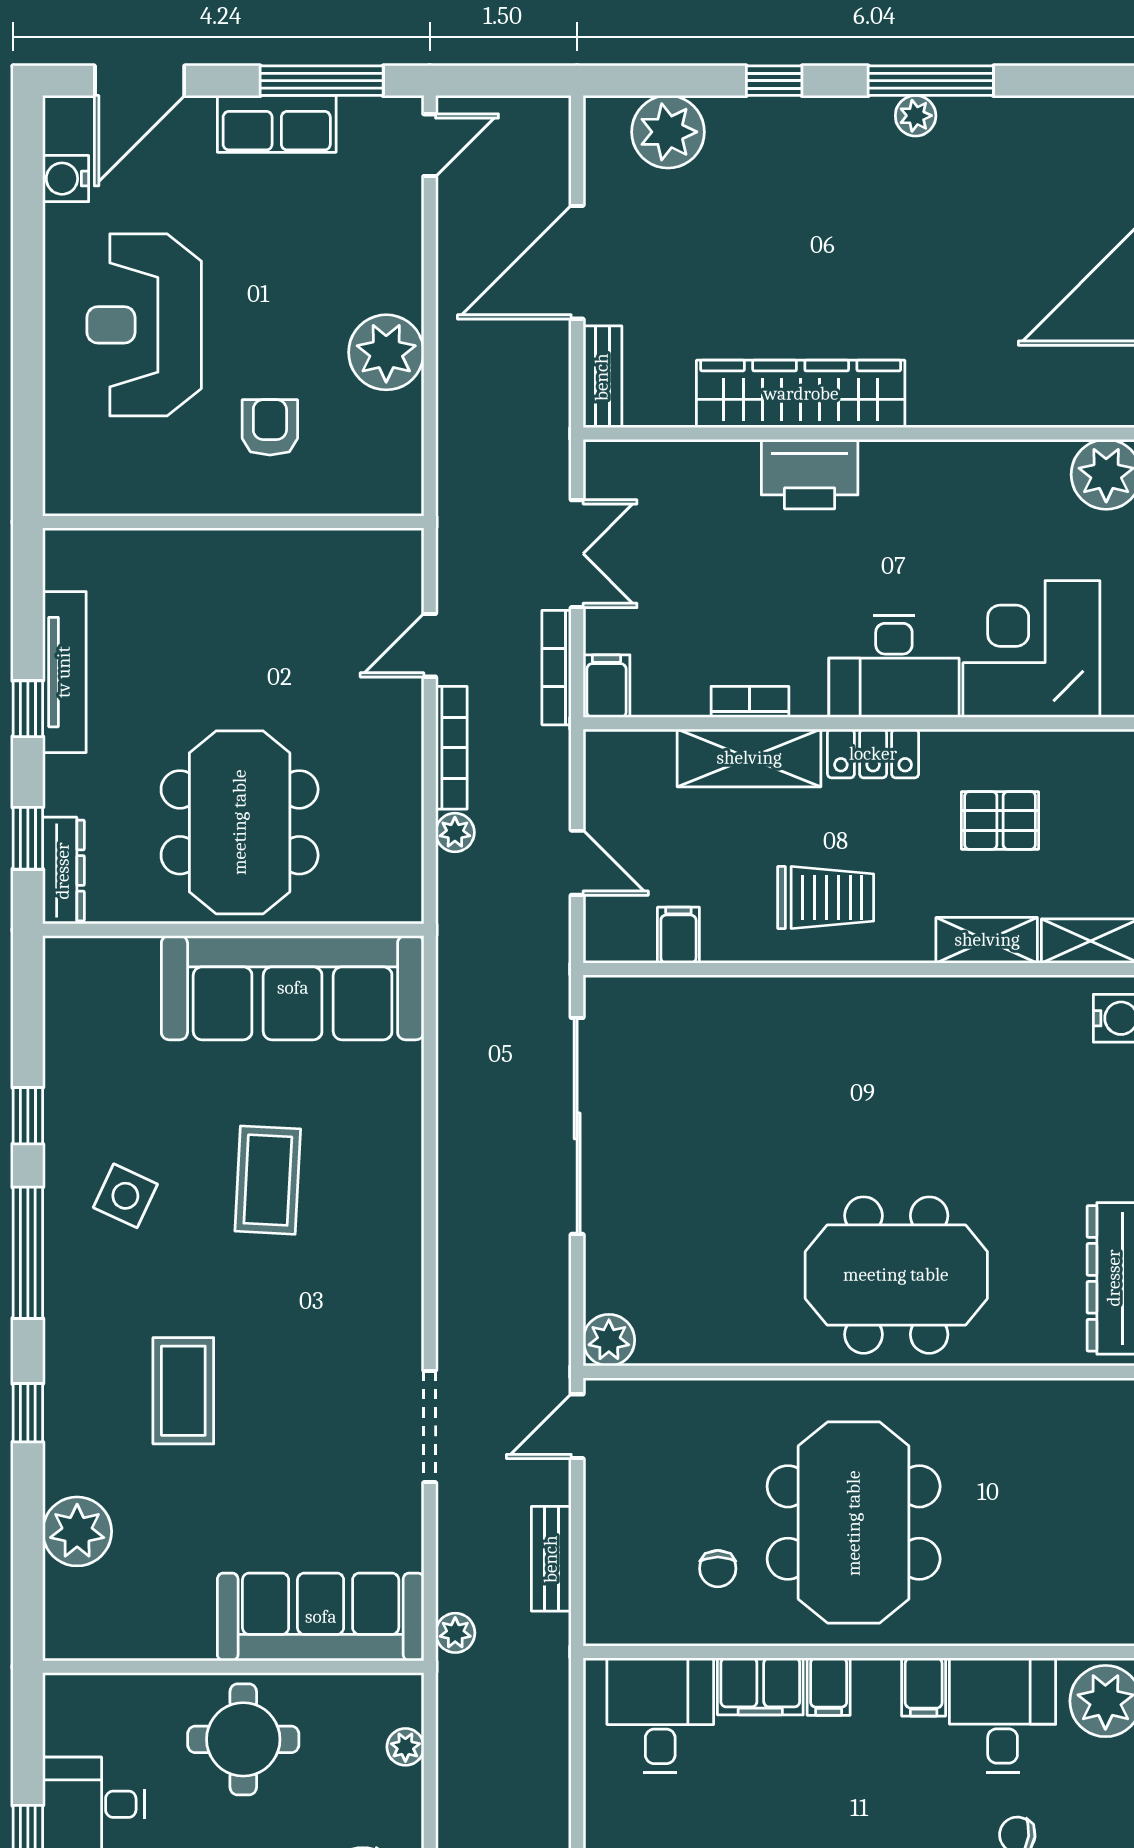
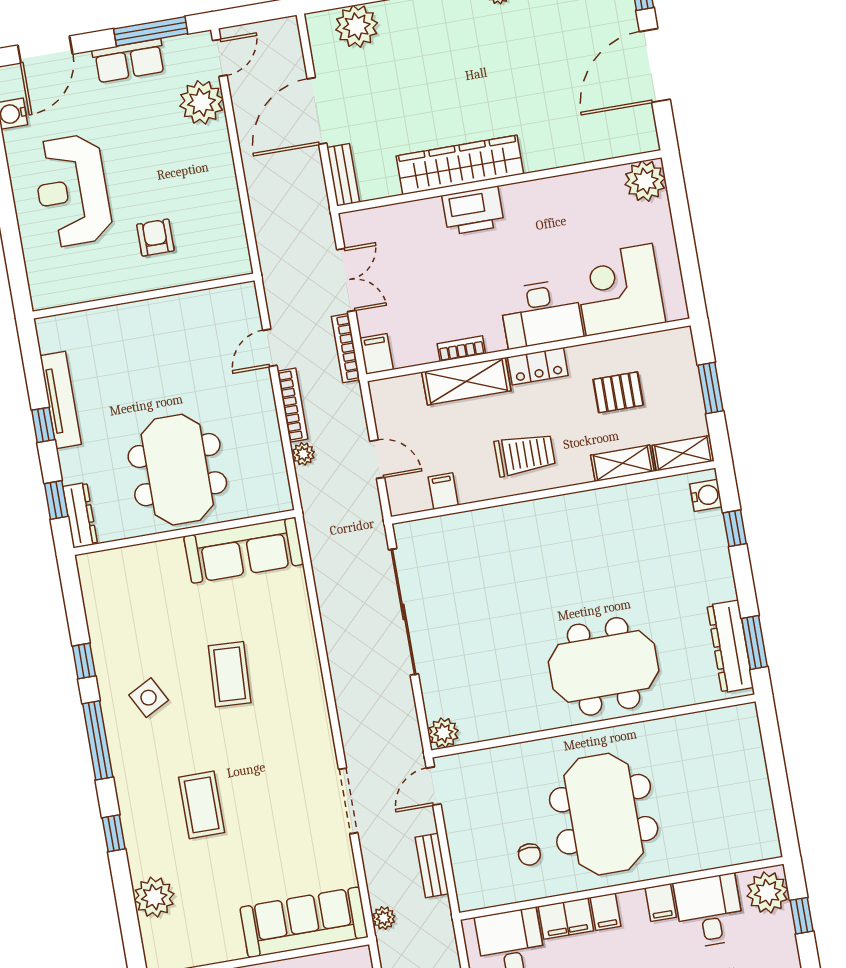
plant: (386, 352) -> (202, 102), moved
sofa: (293, 988) -> (244, 550), width x0.74, depth x0.79
side table: (125, 1196) -> (149, 698), turned 37

